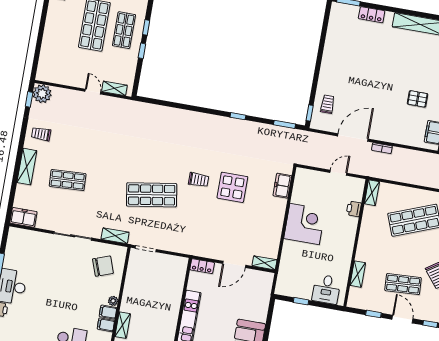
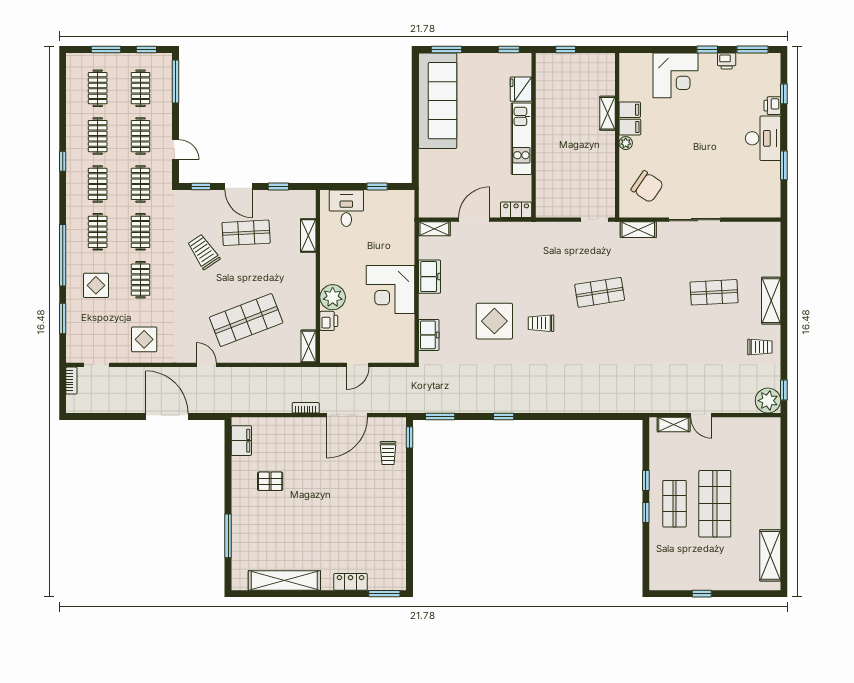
shop shelf: (152, 195) -> (600, 292), width x0.70, depth x0.74
freezer: (23, 217) -> (429, 277), moved, turned -90
plant: (348, 226) -> (333, 297), added
chair: (103, 266) -> (647, 187), turned -126

